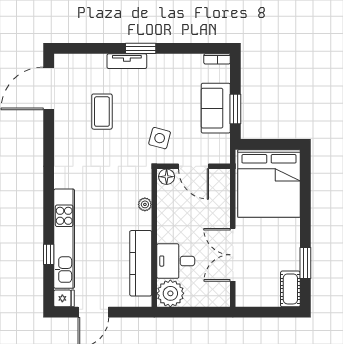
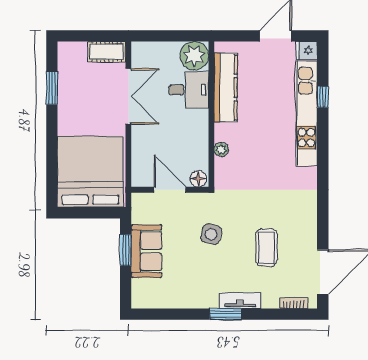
bookcase: (217, 59) -> (294, 303), moved
side table: (160, 138) -> (211, 234), moved
cot: (290, 289) -> (107, 52), moved, turned 90

